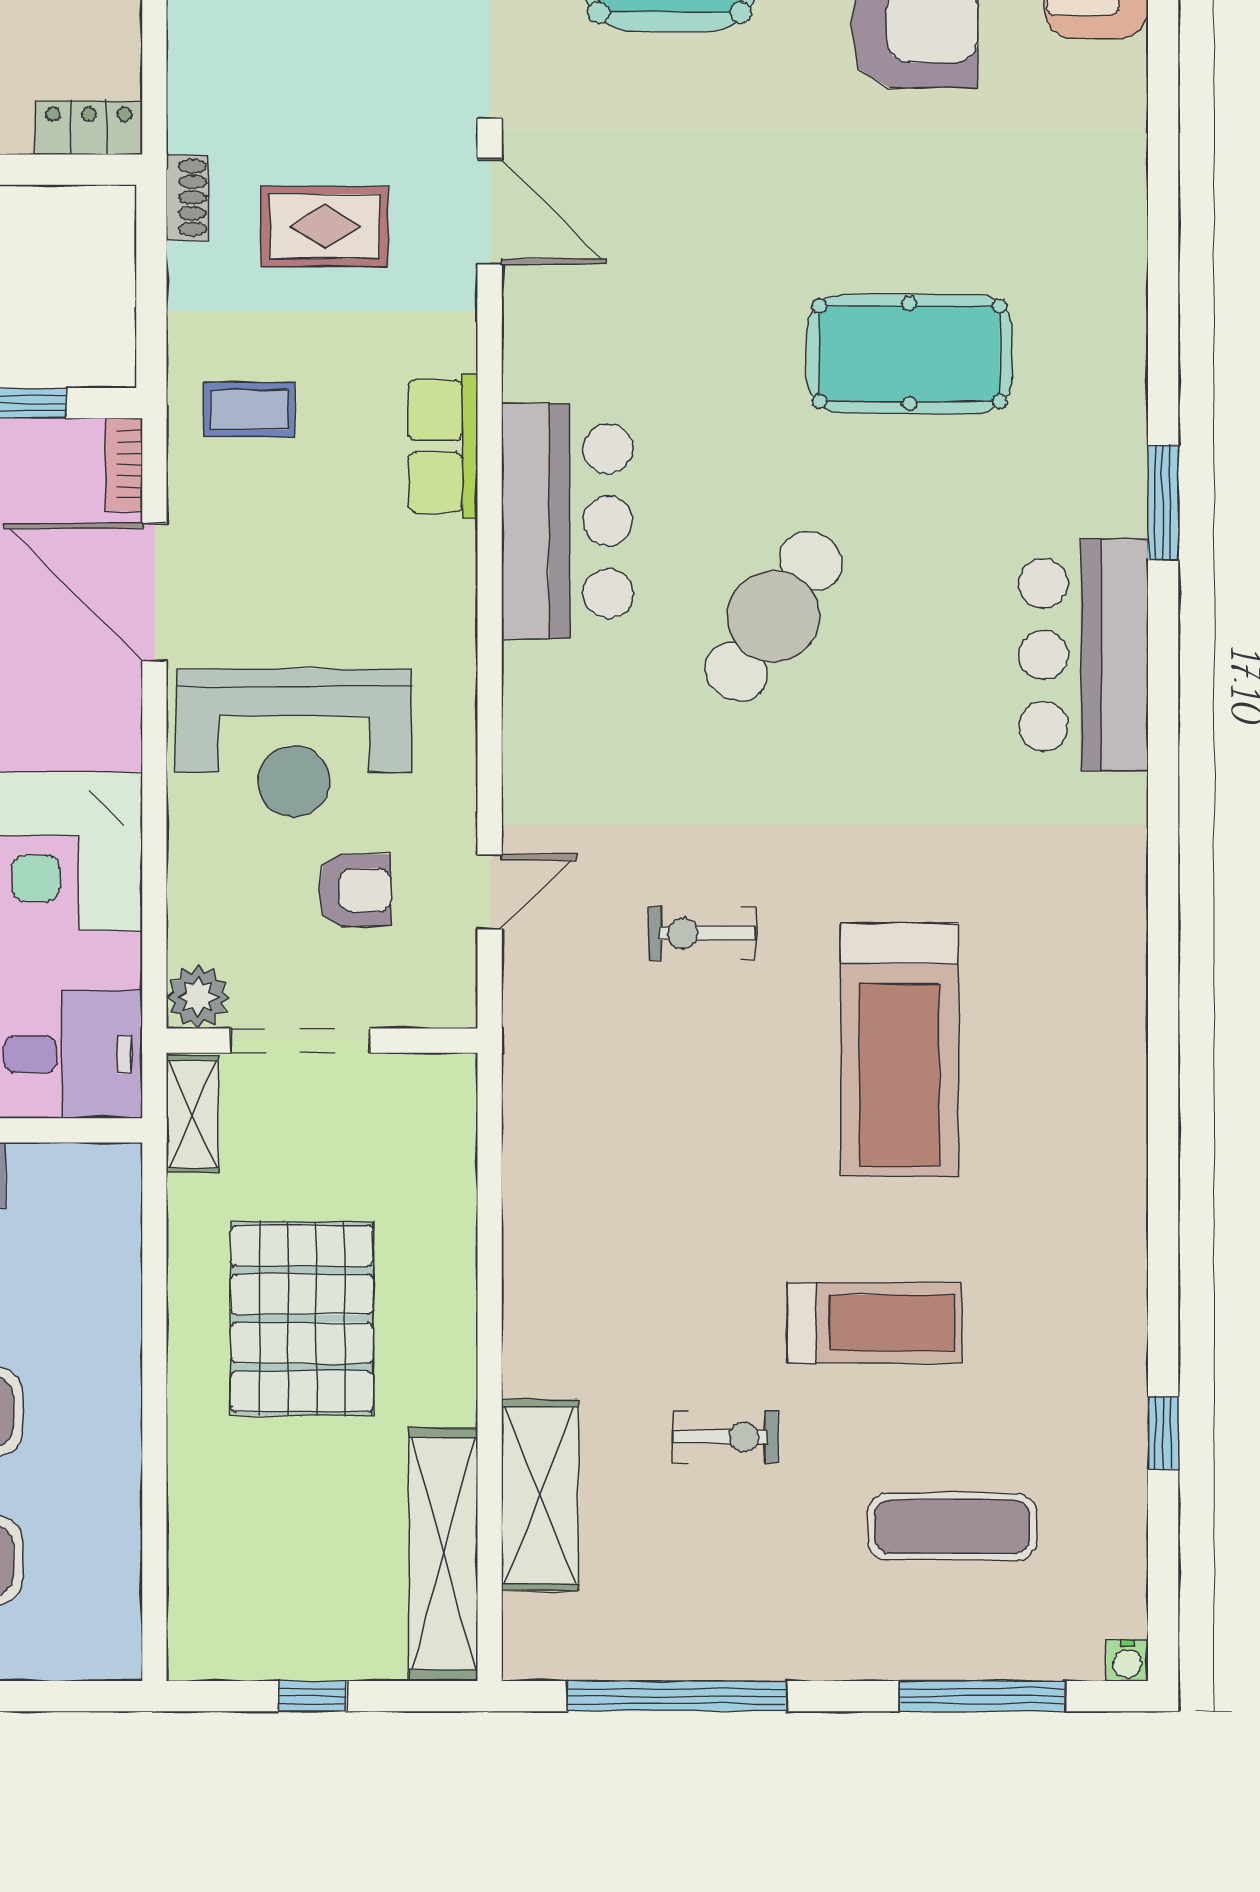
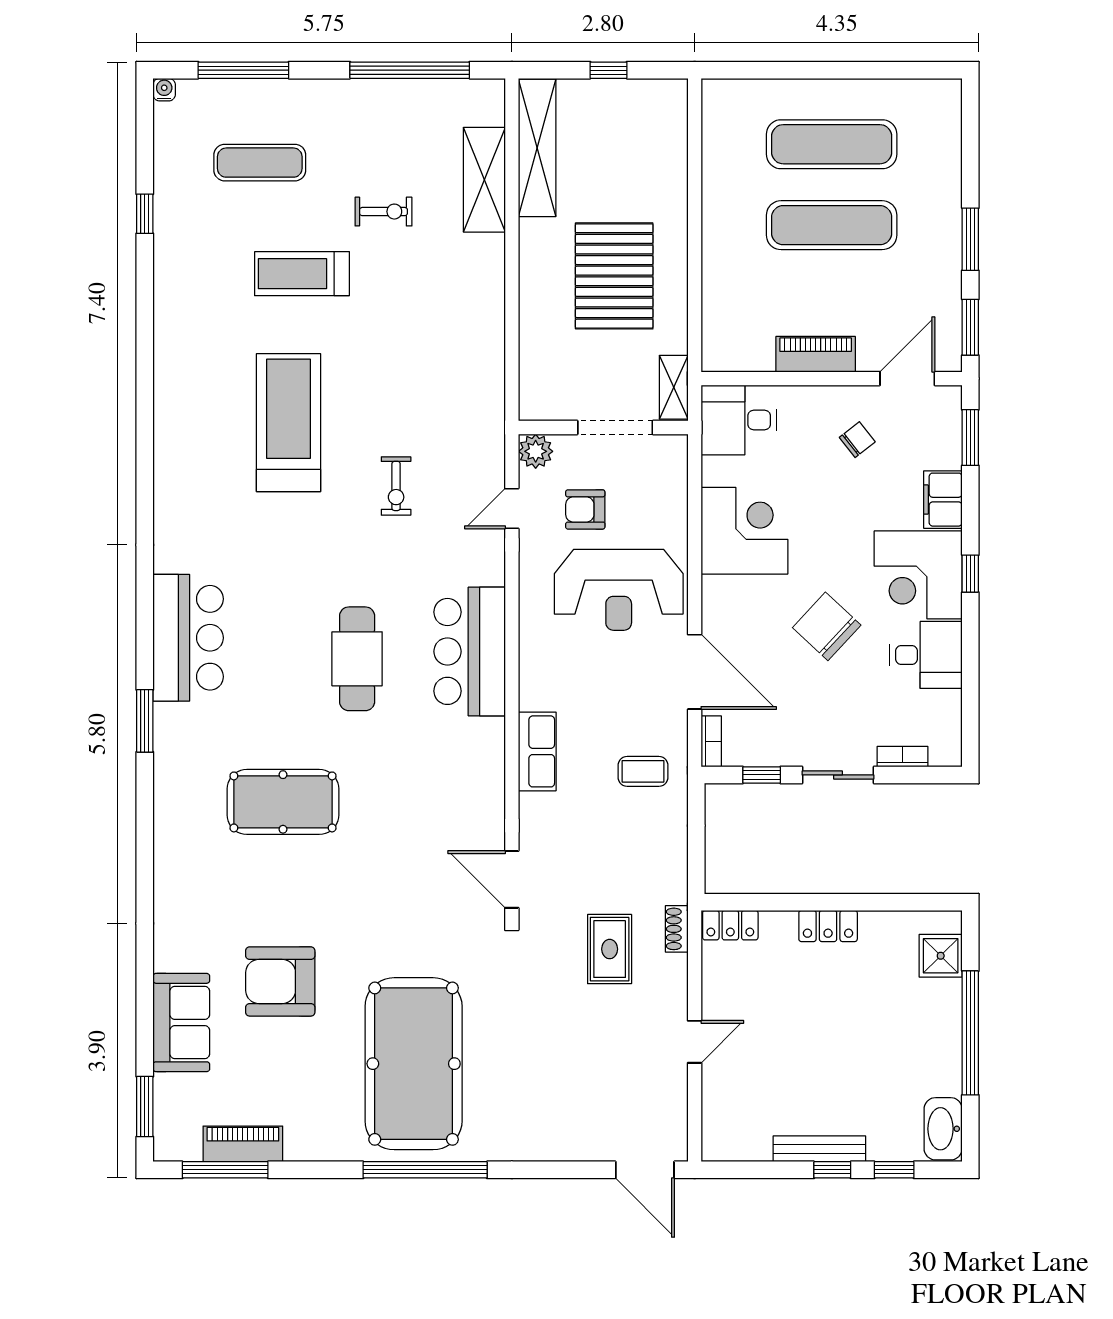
shoe rack: (187, 198) -> (677, 929), moved
rug: (325, 226) -> (610, 949), moved, turned 90
bar counter: (567, 521) -> (470, 651), moved
cafe table: (774, 616) -> (357, 659), turned -34
reception desk: (294, 743) -> (619, 590), turned 180
exercise bike: (702, 933) -> (396, 486), turned 90
plant: (198, 997) -> (536, 451), moved
exercise bike: (725, 1437) -> (383, 212), turned 180

